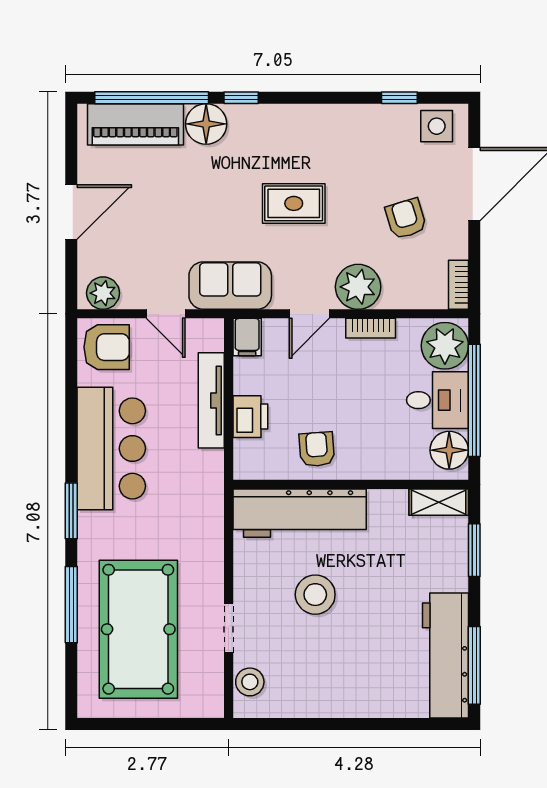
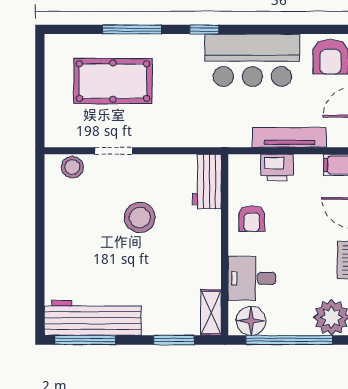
desk: (437, 400) -> (252, 278), moved, turned 90
armchair: (317, 449) -> (252, 219), turned 94
window: (71, 511) -> (204, 29), width x0.67
workbench: (300, 513) -> (207, 182), width x0.53, depth x0.76
pool table: (138, 629) -> (113, 81), width x0.73, depth x0.76

